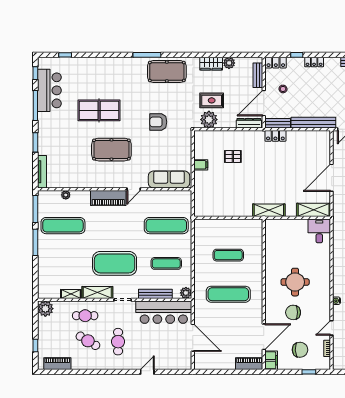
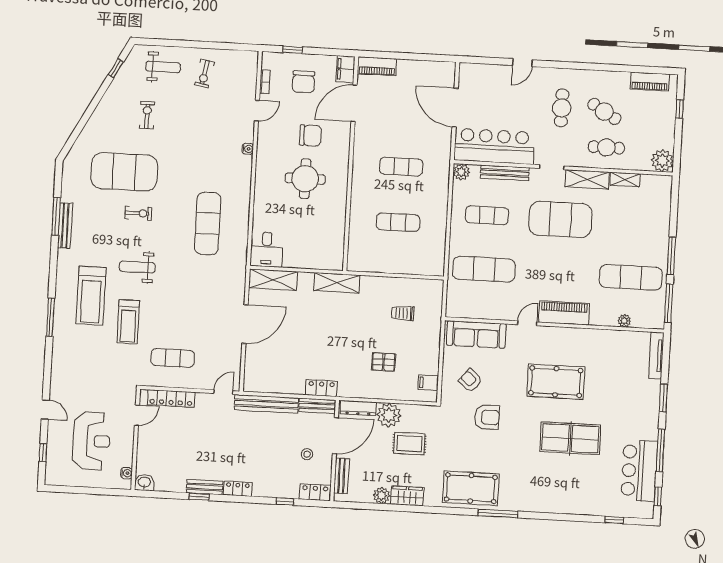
locker: (314, 62) -> (238, 489), moved
plant: (209, 120) -> (389, 415), moved
armchair: (171, 147) -> (470, 381), added
filing cabinet: (201, 165) -> (428, 383), moved
trolley: (221, 192) -> (403, 313), added
exercise mat: (228, 294) -> (401, 167), width x0.73, depth x0.69
chair: (300, 350) -> (303, 82), turned -87

